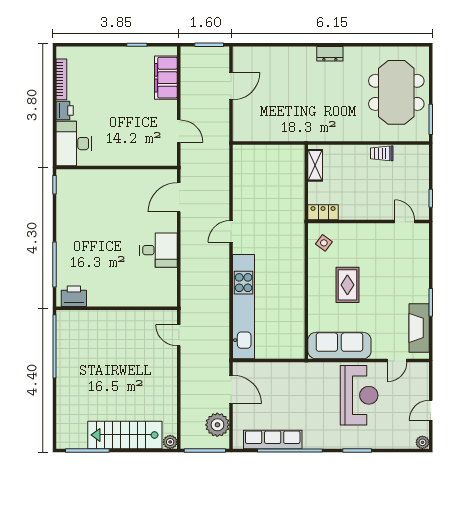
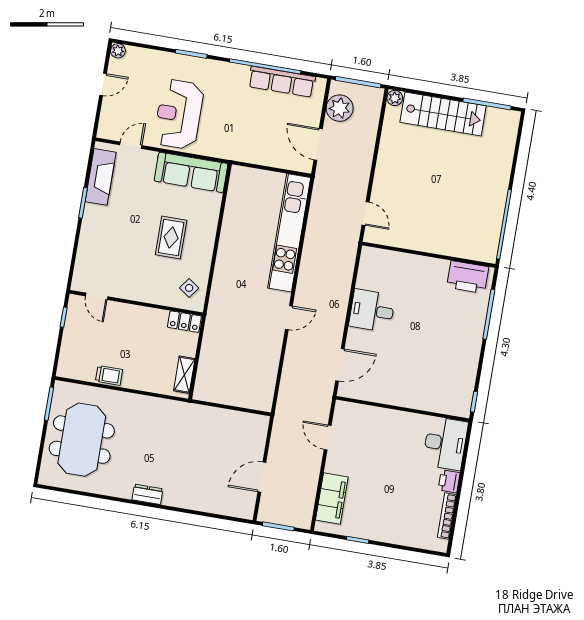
printer: (74, 296) -> (468, 277), width x1.37, depth x1.19

